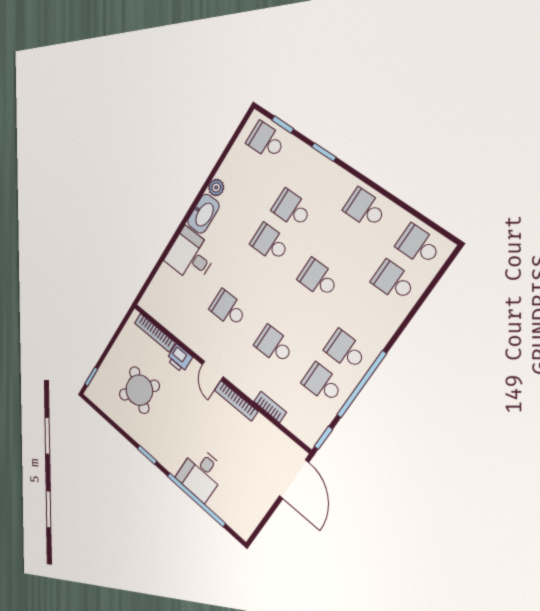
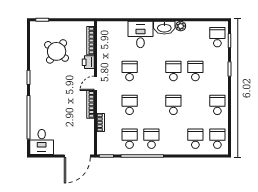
desk: (201, 474) -> (42, 142), moved, turned -90

